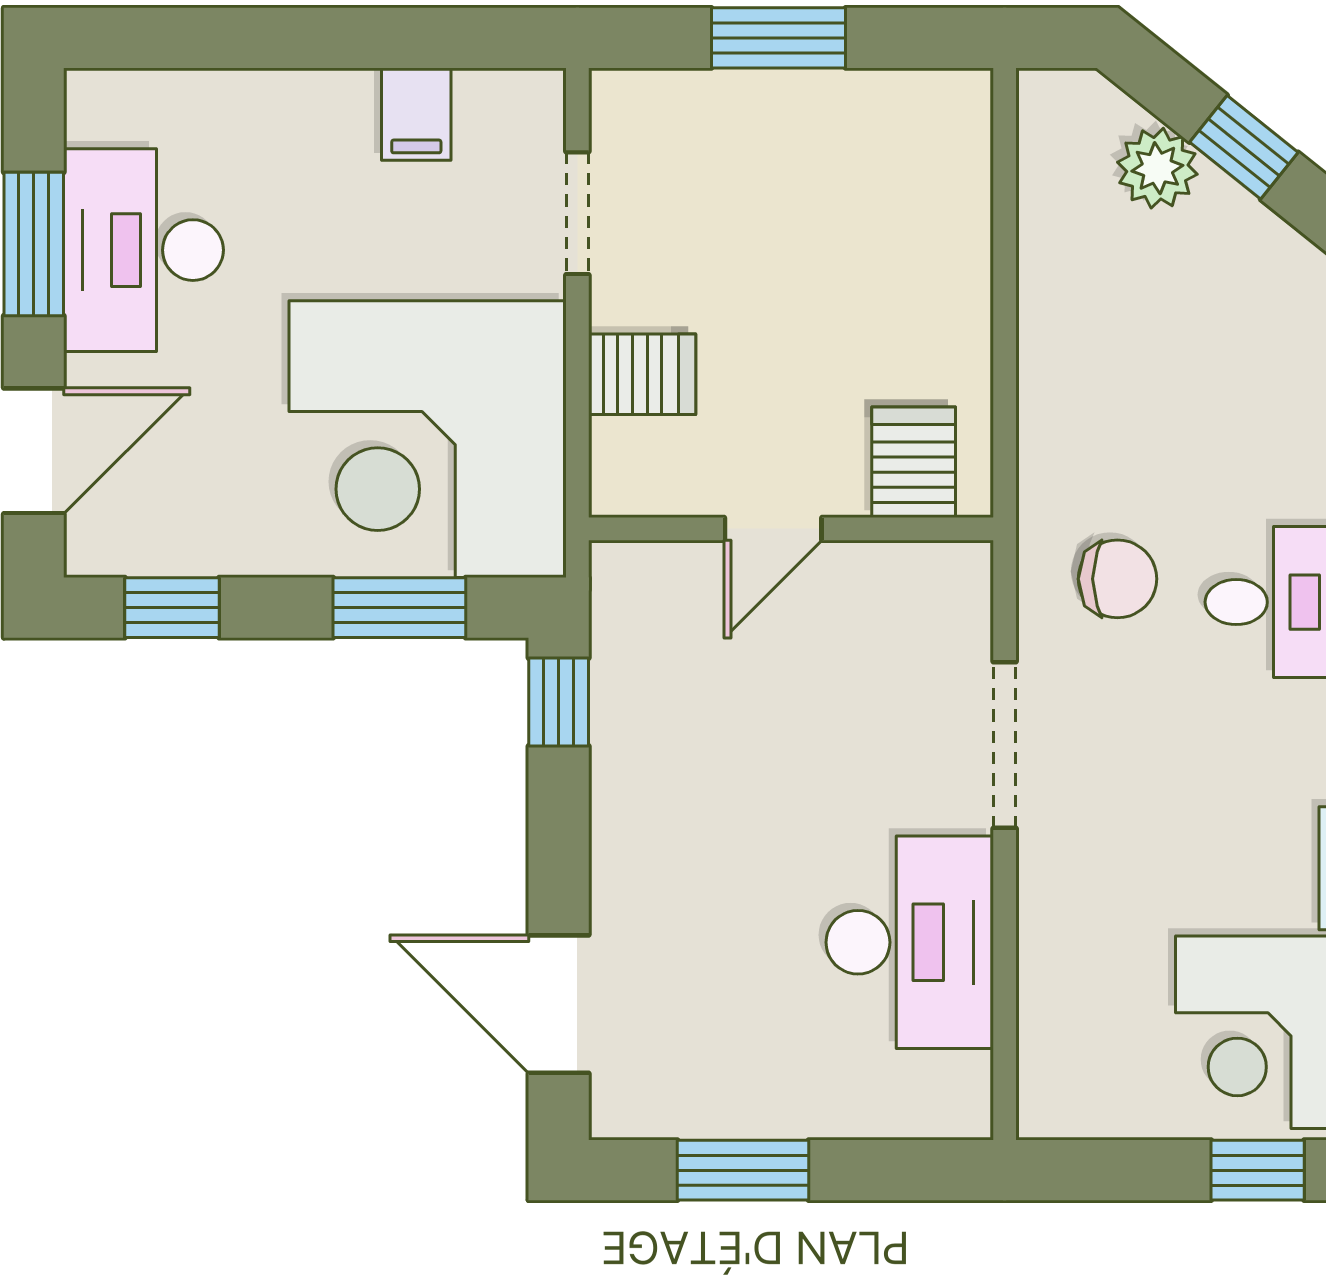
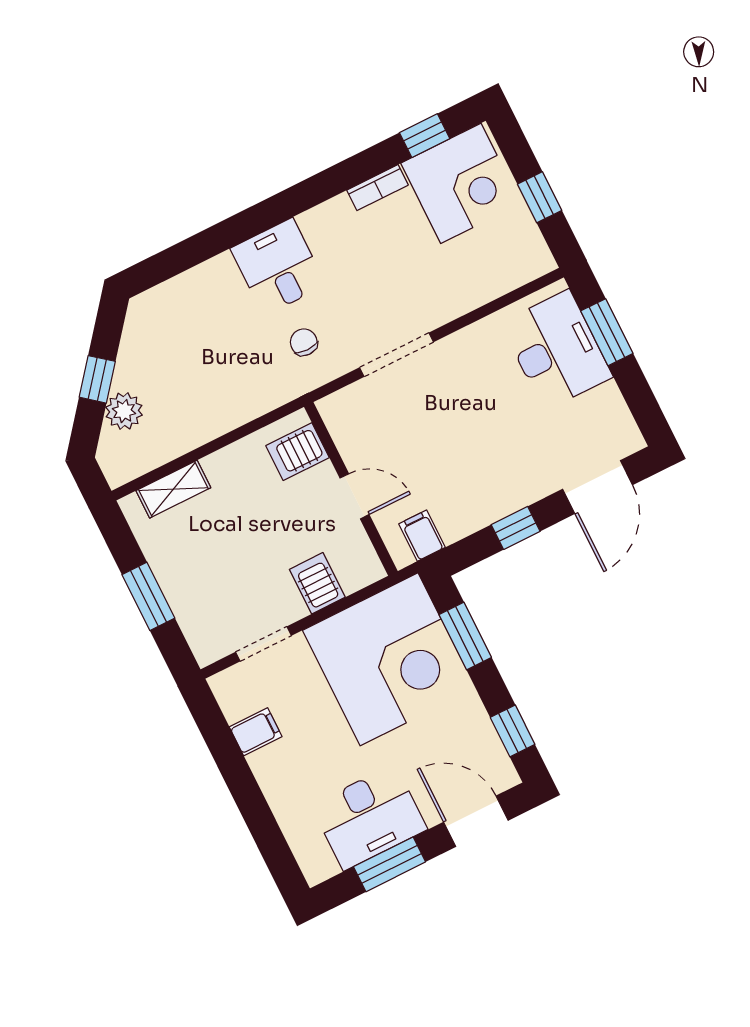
shelving: (961, 188) -> (173, 489), added
chair: (1117, 579) -> (304, 342), width x0.73, depth x0.73
filing cabinet: (633, 621) -> (422, 536), added
window: (559, 702) -> (516, 528), moved
desk: (910, 942) -> (557, 350), moved, turned 90
window: (743, 1170) -> (607, 332), moved
window: (1258, 1170) -> (540, 197), moved

